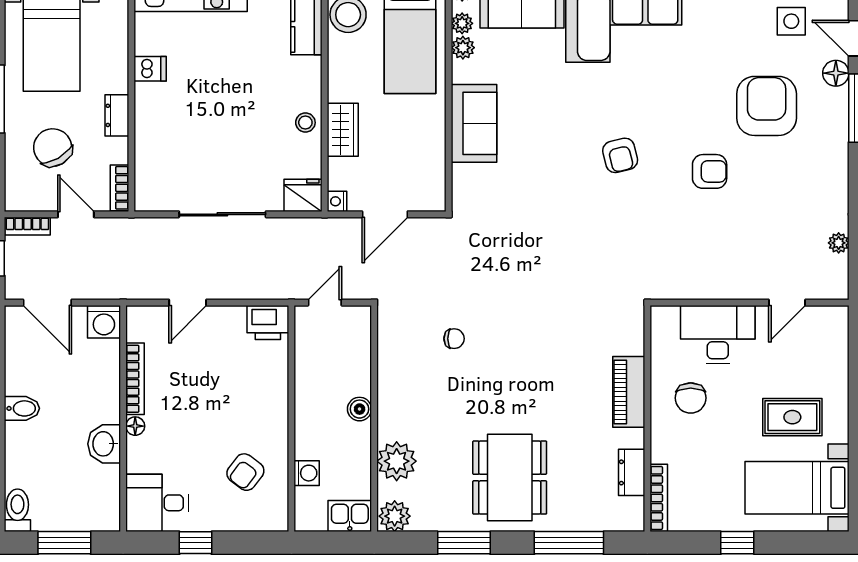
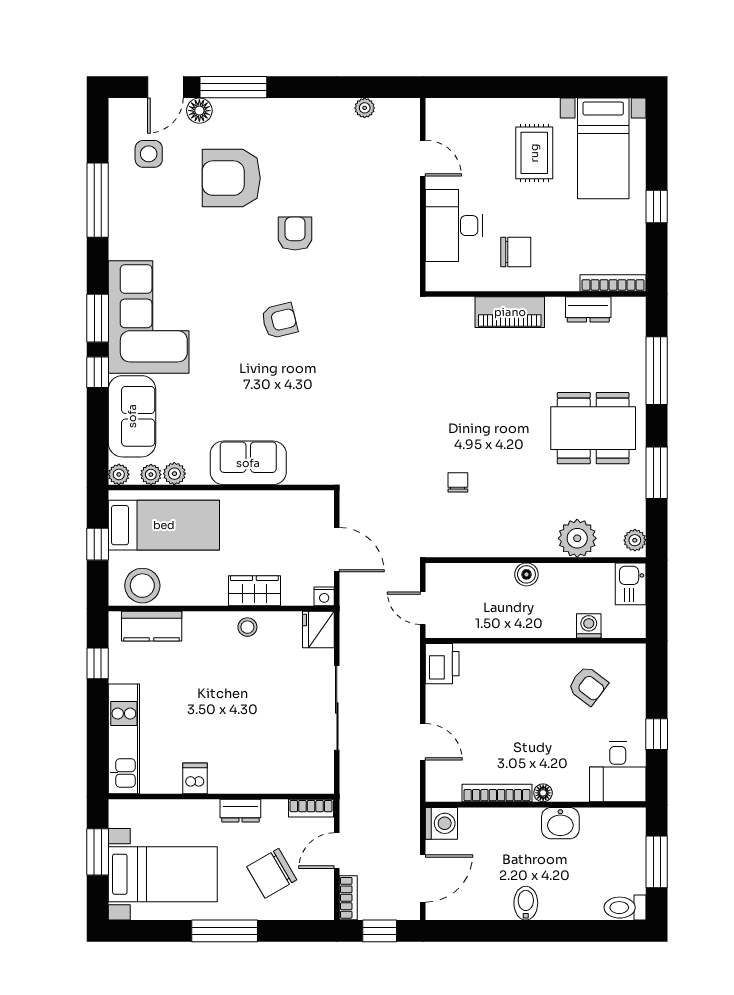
plant: (395, 516) -> (635, 540), width x0.73, depth x0.73

